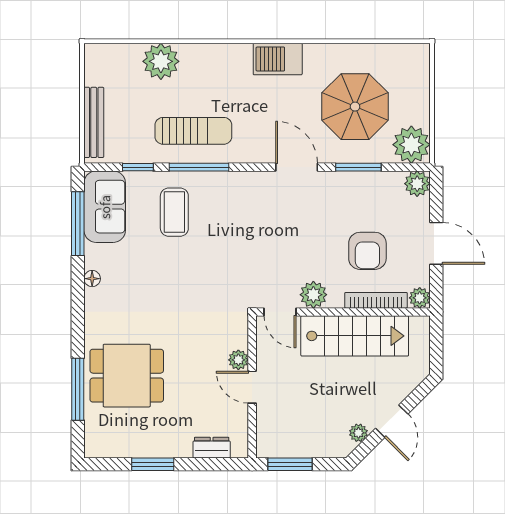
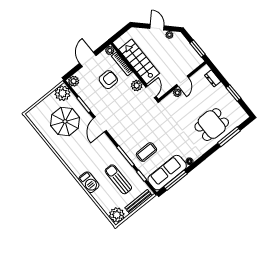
barbecue: (278, 59) -> (89, 182), moved
plant: (161, 61) -> (117, 215), moved
sun lounger: (193, 131) -> (118, 179), moved
sofa: (105, 207) -> (167, 173), width x1.36
dining table: (127, 376) -> (212, 125), turned 90
door: (392, 421) -> (157, 27), hinge flipped

